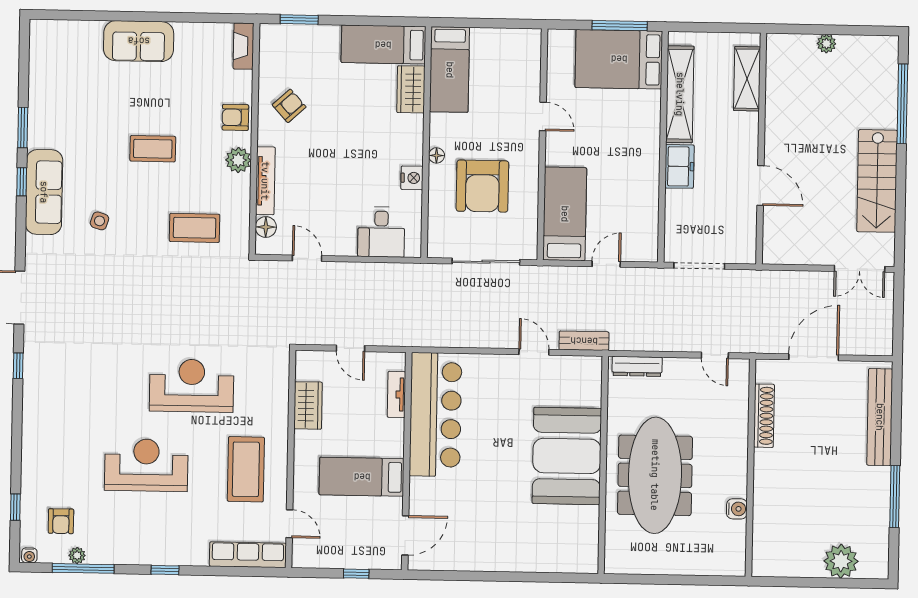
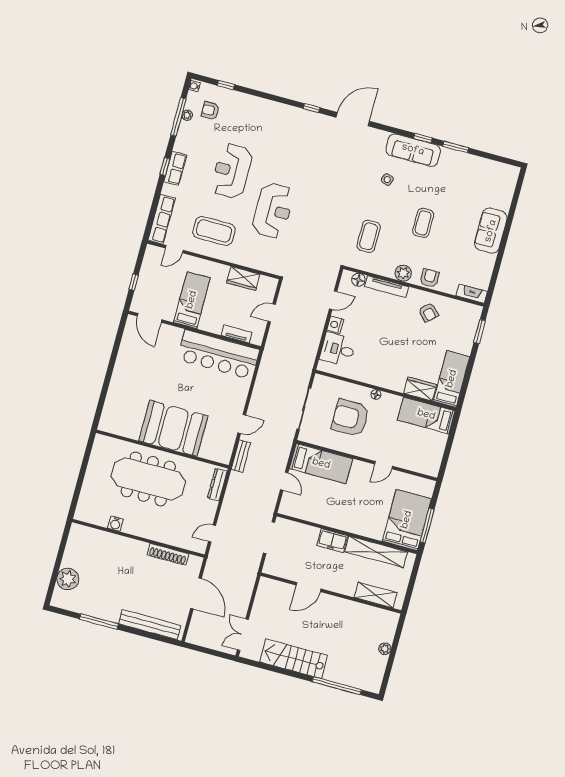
nightstand: (412, 178) -> (335, 325), moved, turned 90
reception desk: (146, 465) -> (232, 171), turned 180
row of seats: (164, 553) -> (175, 168), added

